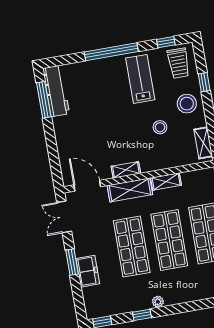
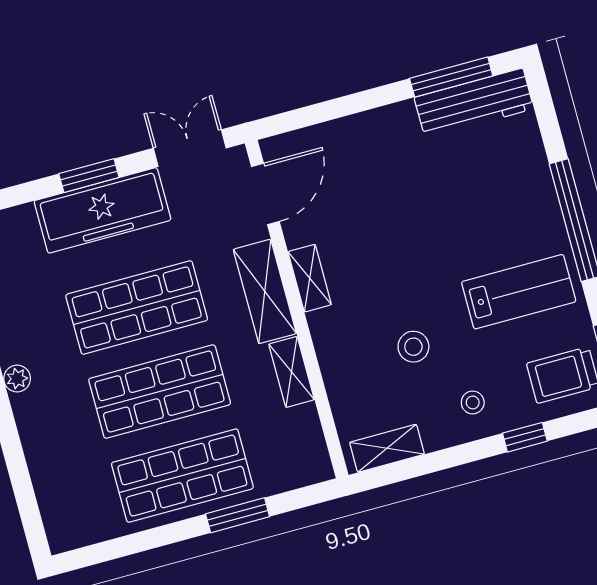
stool: (187, 104) -> (473, 402), width x0.53, depth x0.53
freezer: (88, 271) -> (102, 210), width x1.91, depth x1.26

